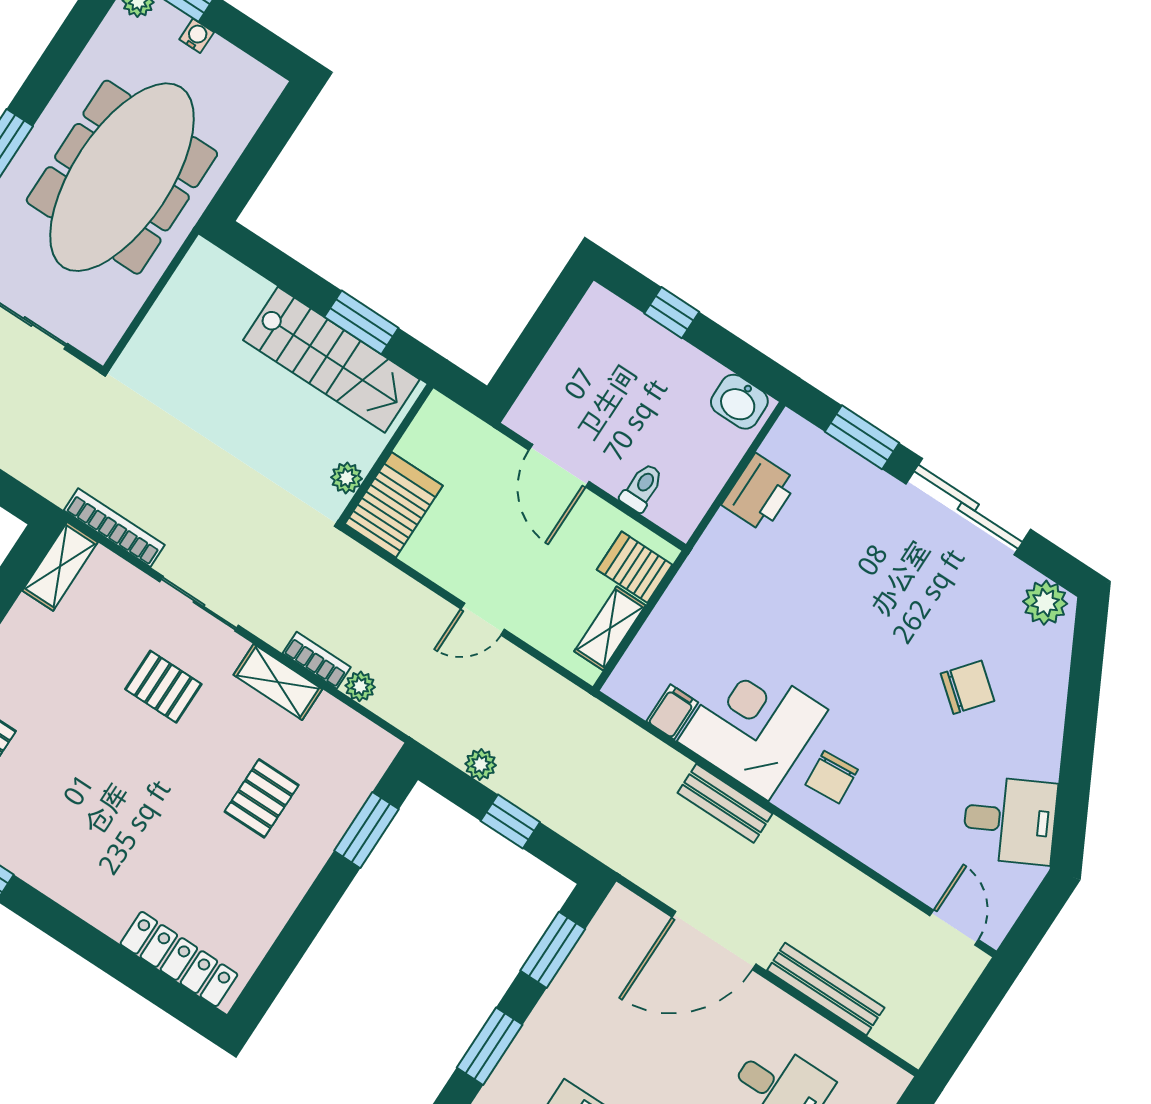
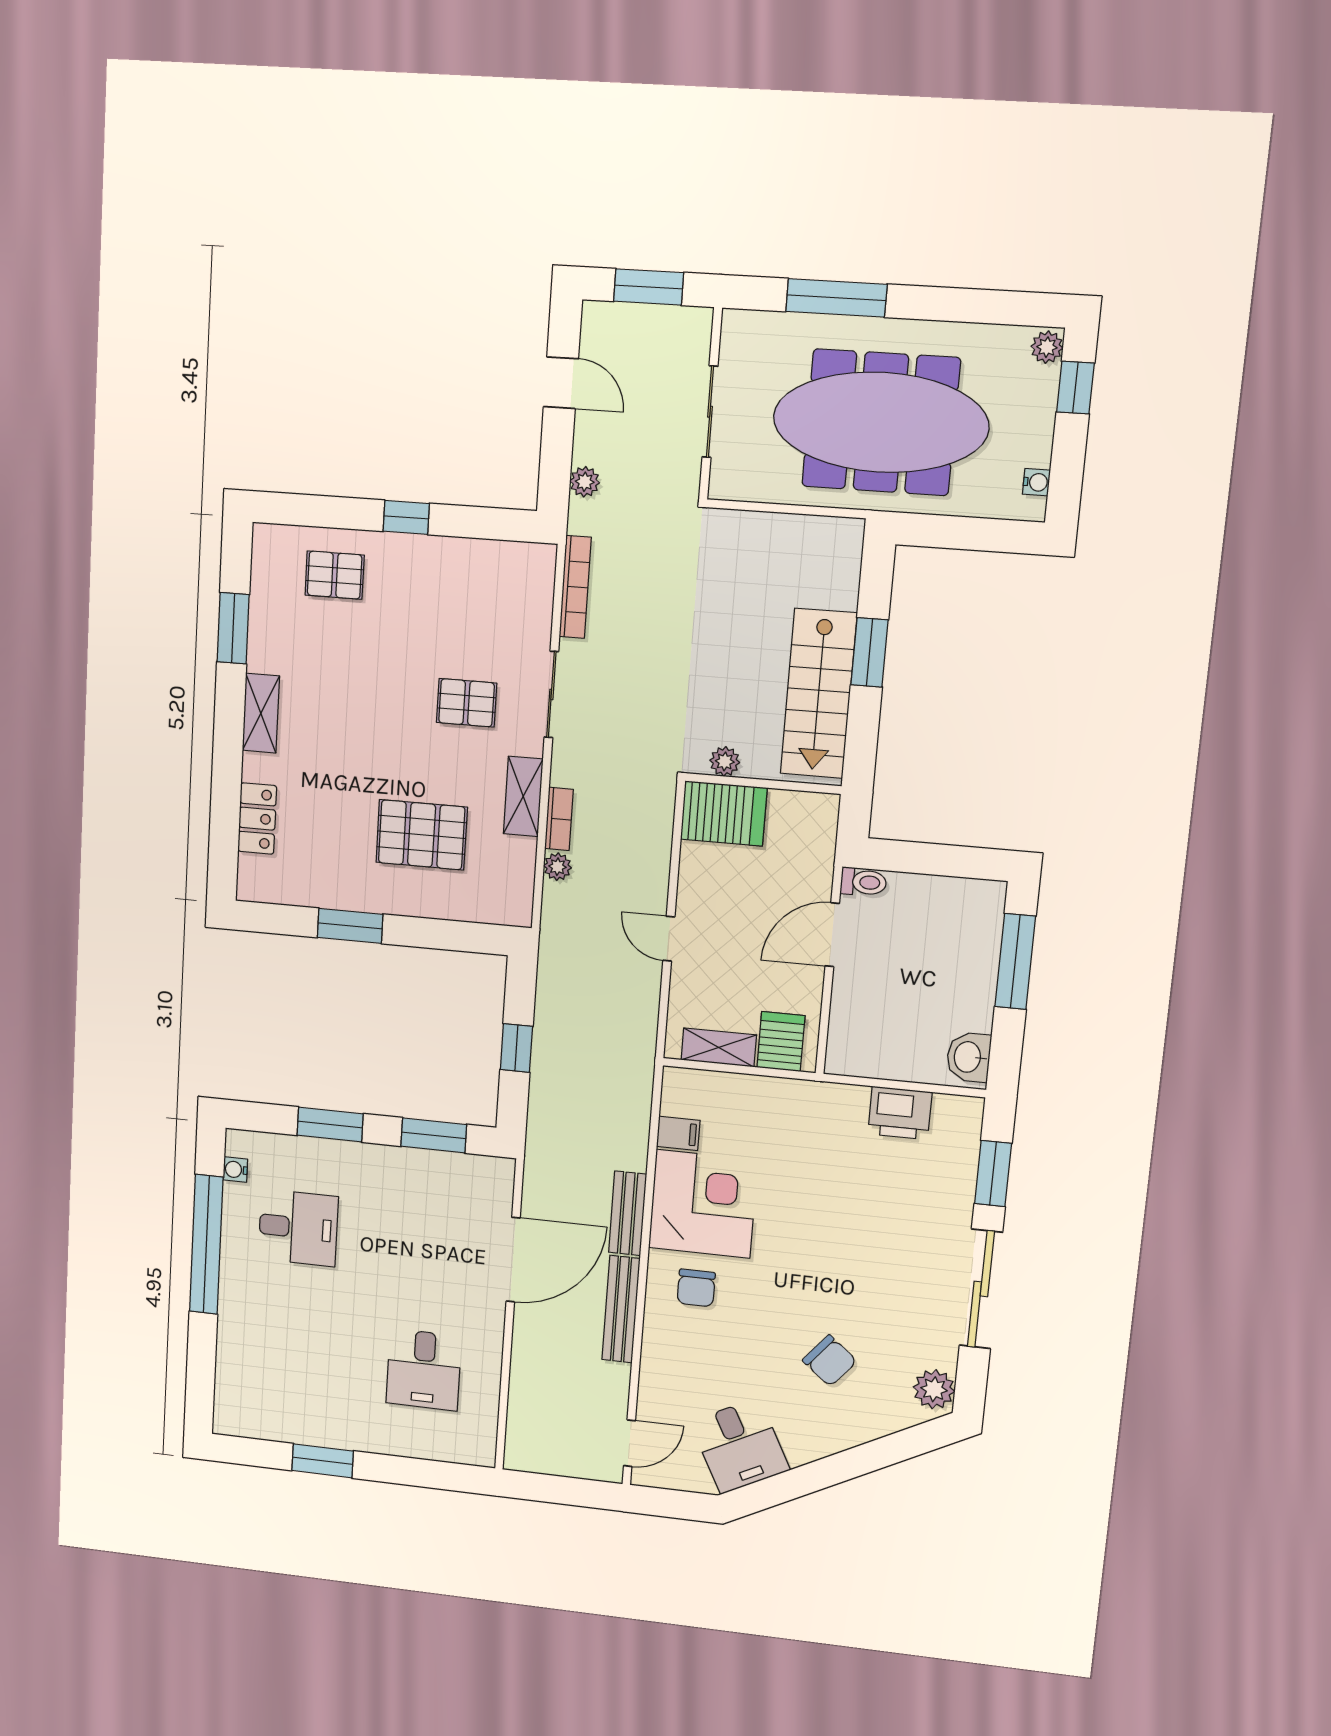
water cooler: (197, 36) -> (1036, 482), moved
window: (672, 313) -> (1015, 961), width x2.17
window: (361, 322) -> (870, 652), moved
toilet: (642, 488) -> (863, 882), moved
shelving: (60, 566) -> (261, 713), moved, turned 90
pallet: (163, 687) -> (467, 703), turned 90
plant: (481, 764) -> (585, 482), moved
chair: (832, 777) -> (696, 1288), turned -86
pallet: (262, 798) -> (422, 835), width x1.50, depth x1.42
window: (366, 830) -> (350, 926), moved
door: (714, 941) -> (513, 1260), swing flipped
locker: (179, 959) -> (257, 819), width x0.66
bench: (826, 989) -> (621, 1309), moved

